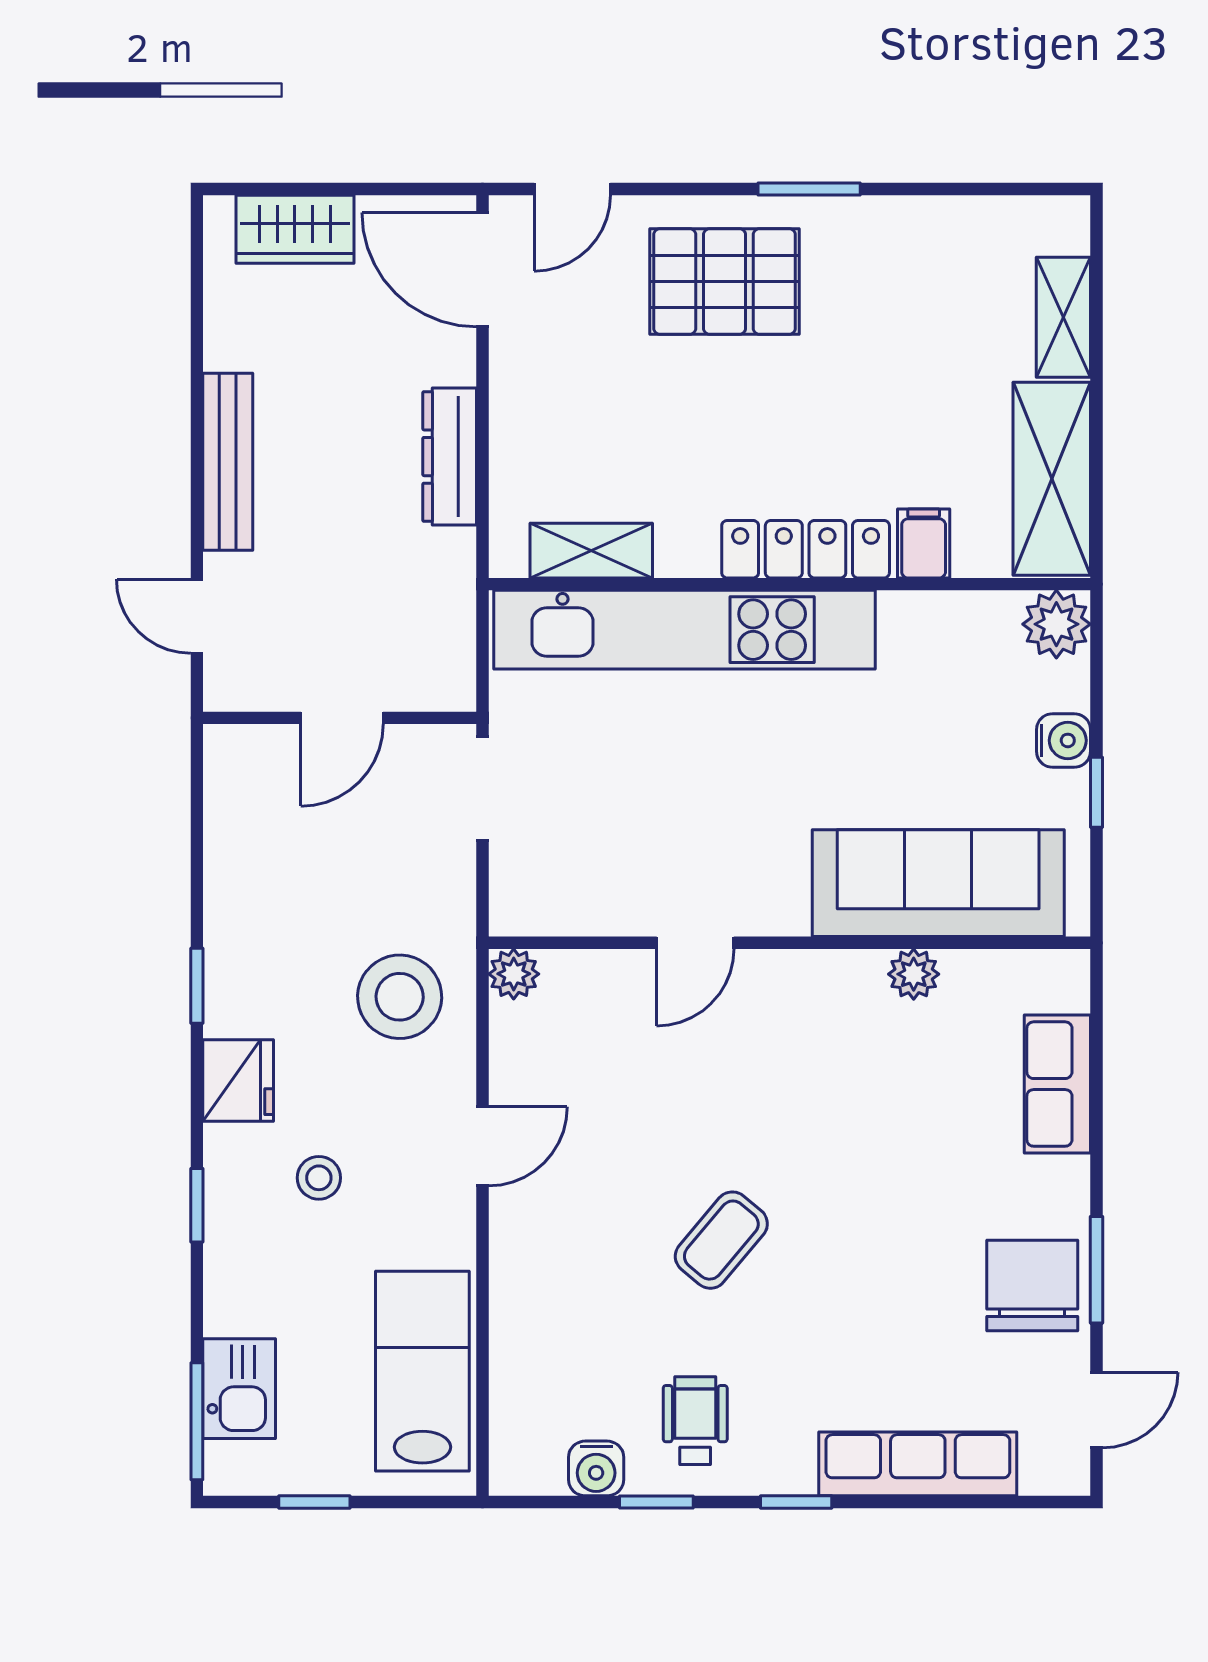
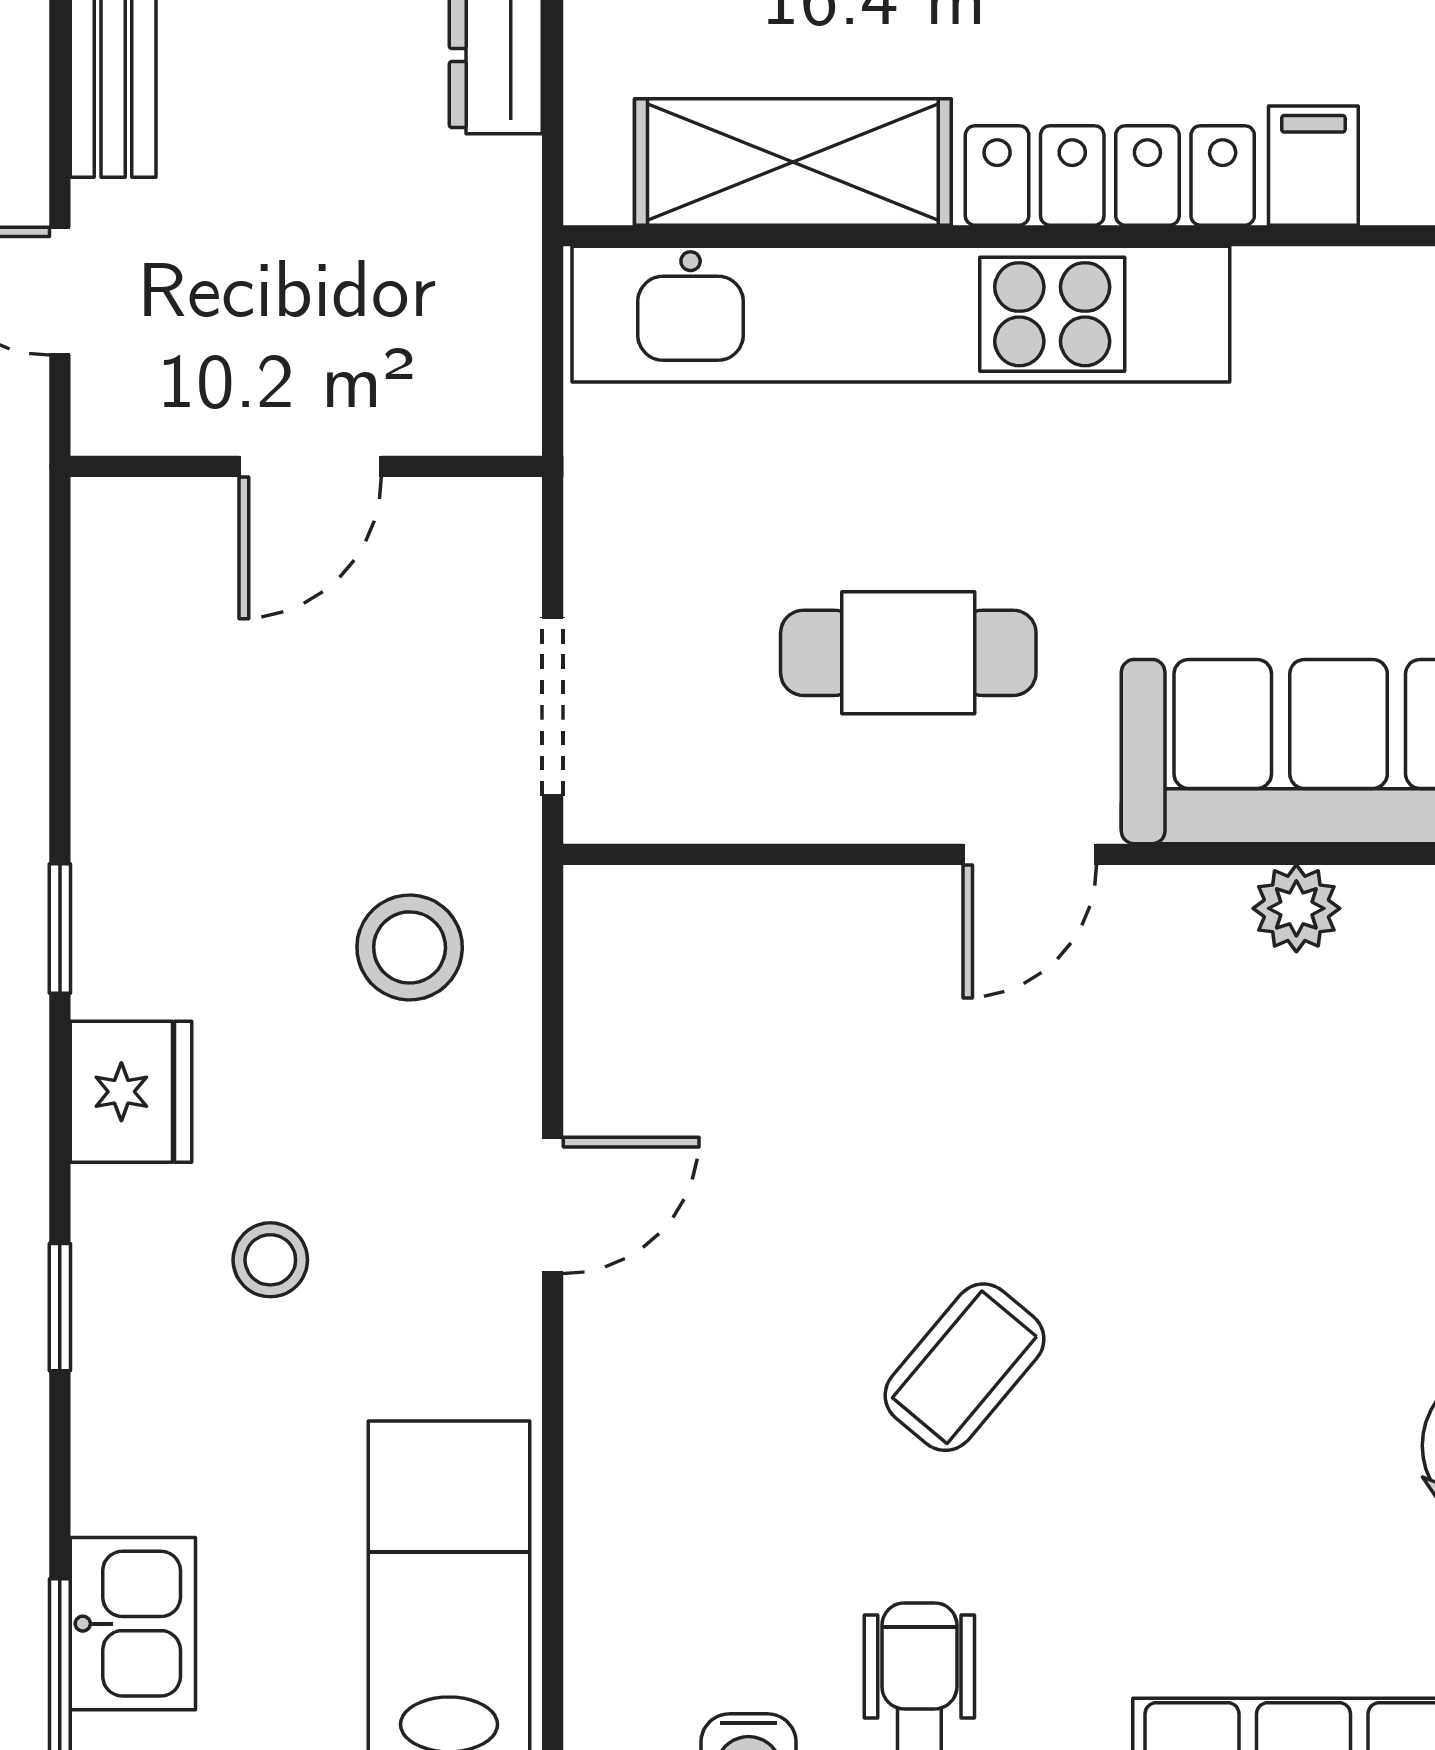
shelving: (591, 551) -> (793, 162), width x1.50, depth x1.33
doorway: (483, 789) -> (553, 706), moved
cafe table: (689, 826) -> (908, 653), added
door: (695, 943) -> (1030, 854), moved
plant: (514, 974) -> (606, 908), removed
stool: (400, 997) -> (410, 947), width x0.73, depth x0.73

